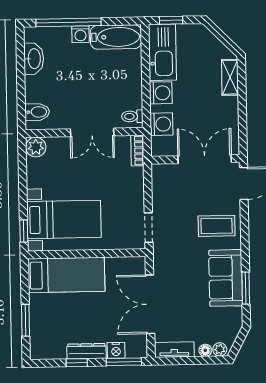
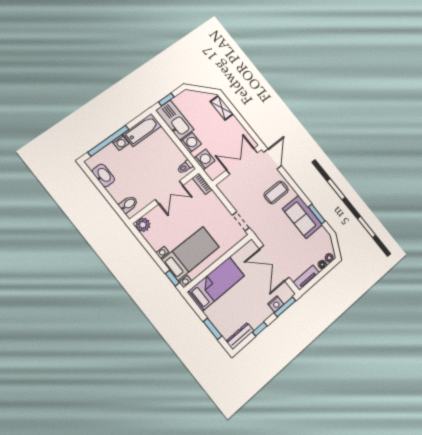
dresser: (86, 351) -> (240, 336), moved

